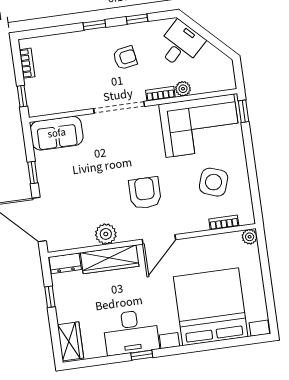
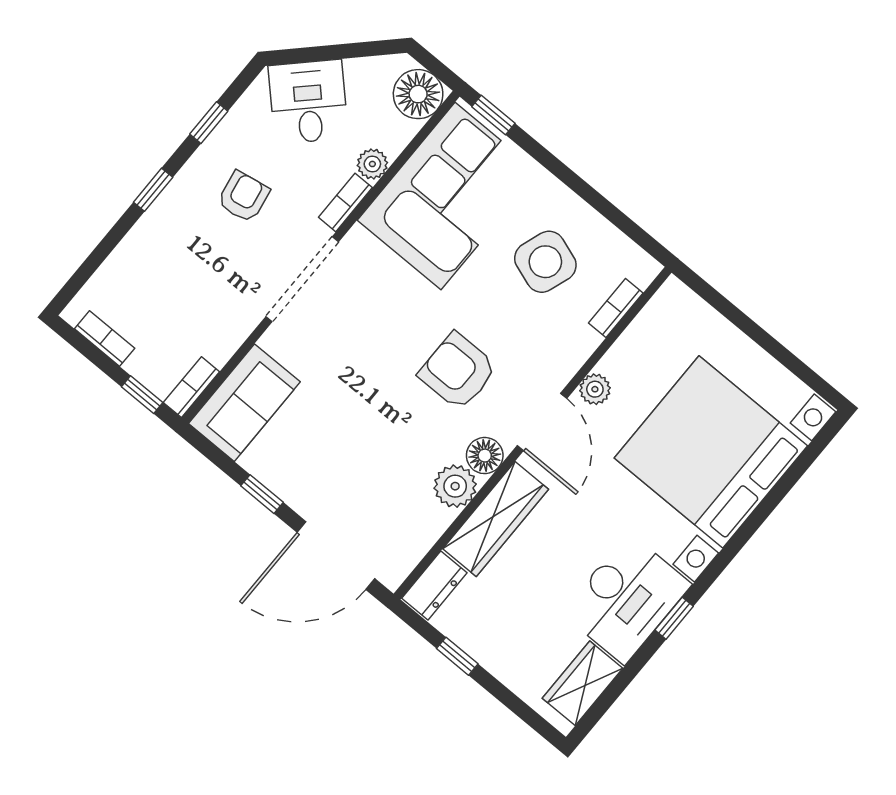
floor lamp: (223, 78) -> (418, 94), added
bookcase: (43, 110) -> (191, 387), added
floor lamp: (127, 233) -> (485, 456), added
plant: (250, 237) -> (595, 389), moved
wardrobe: (71, 341) -> (583, 683), moved, turned -90

